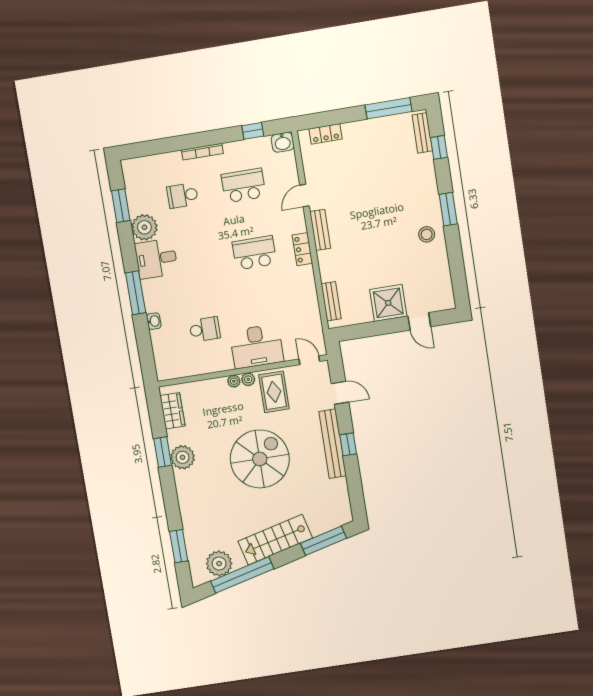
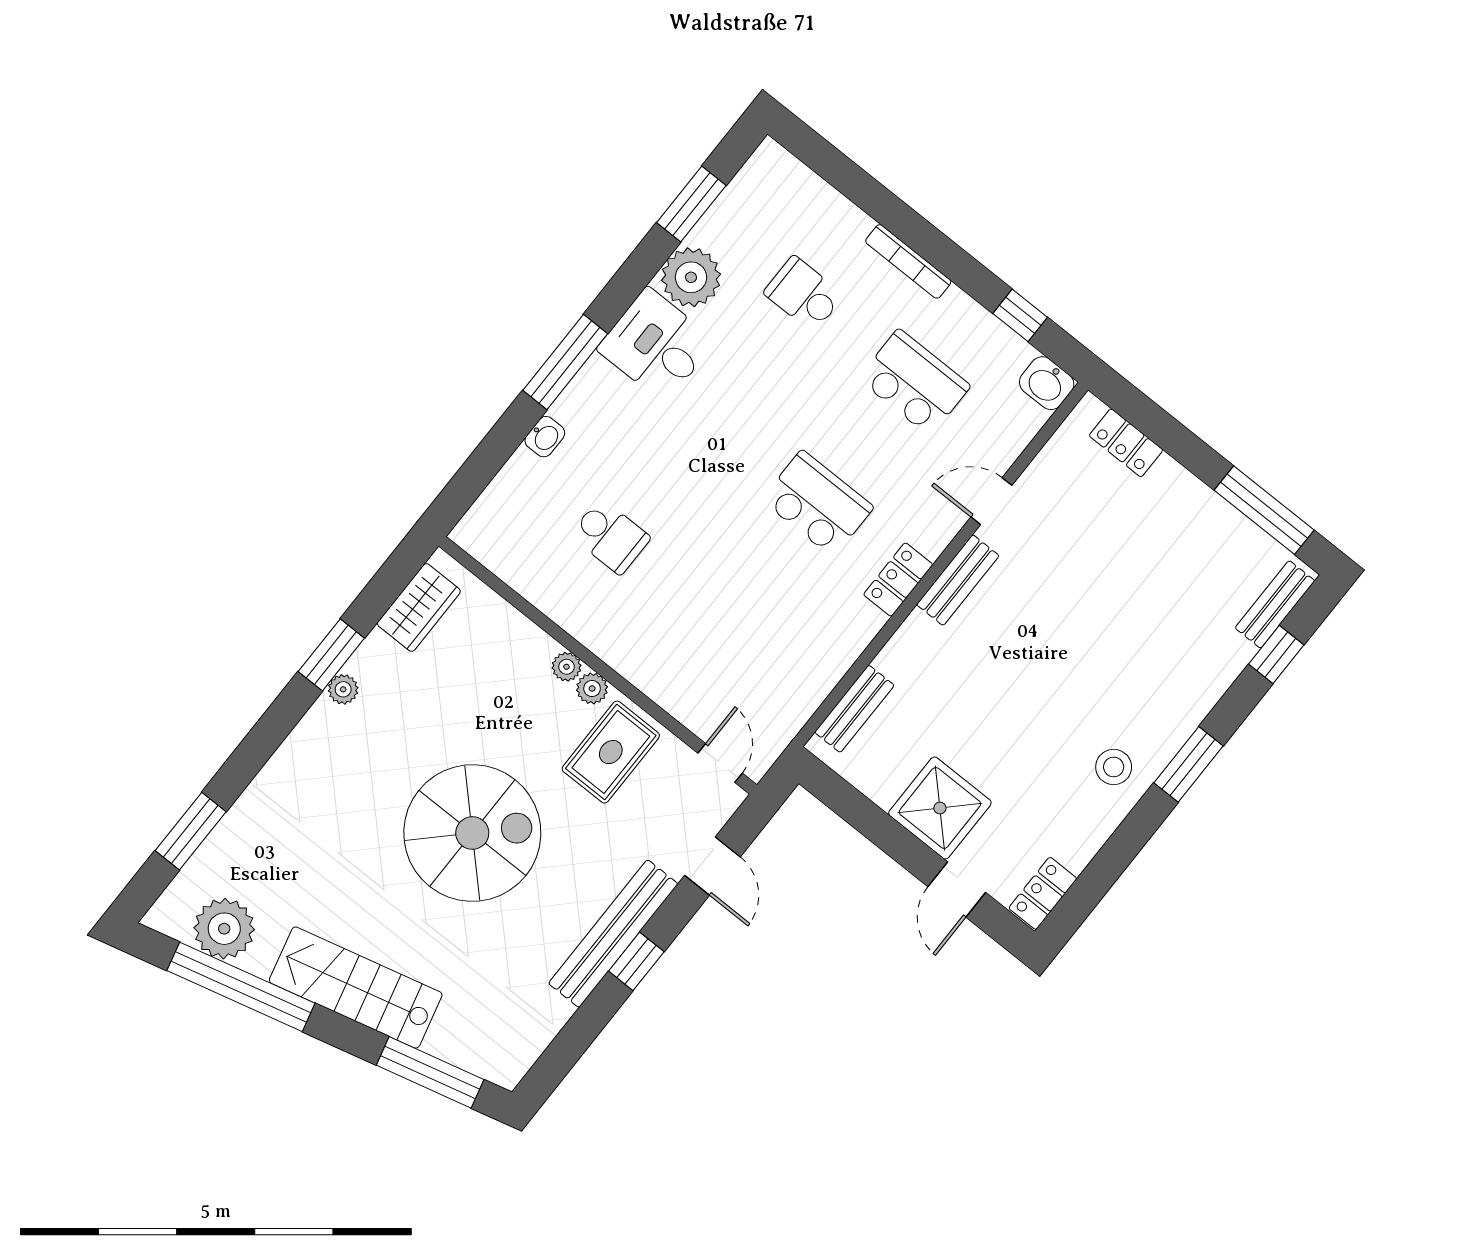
locker: (446, 295) -> (1043, 893), added
desk: (257, 346) -> (662, 652), removed
plant: (183, 457) -> (343, 689), width x0.53, depth x0.53

